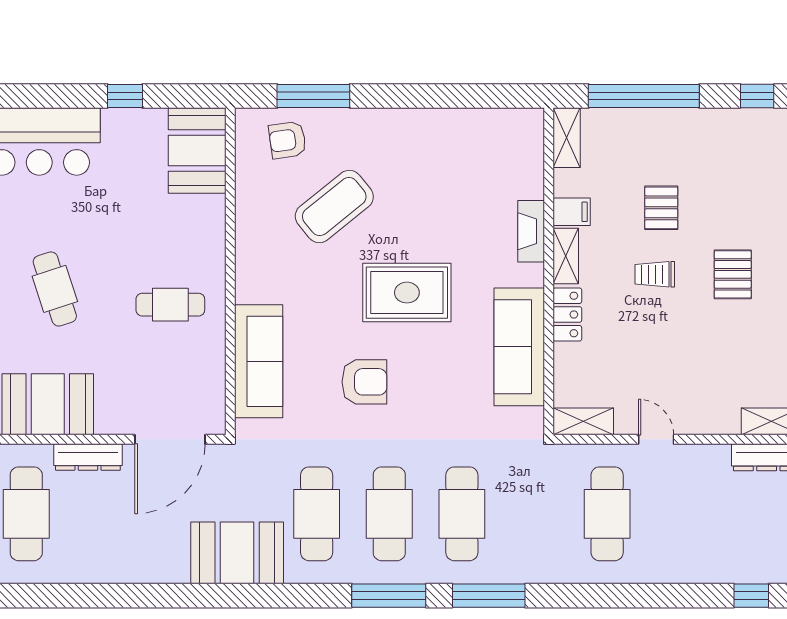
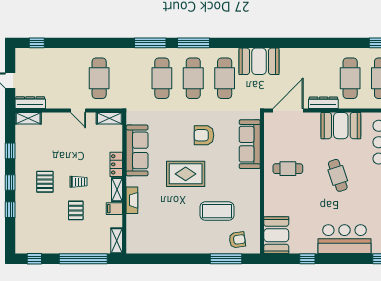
coffee table: (334, 207) -> (217, 211), turned 39

